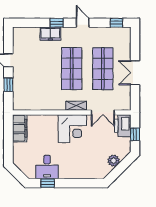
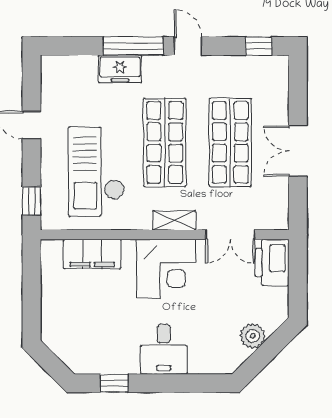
window: (57, 23) -> (133, 46), width x2.17
checkout: (39, 83) -> (97, 172), added
window: (8, 85) -> (32, 201), moved
filing cabinet: (20, 128) -> (92, 254), moved, turned 90
window: (135, 134) -> (298, 280), removed
desk: (47, 167) -> (164, 349), moved

